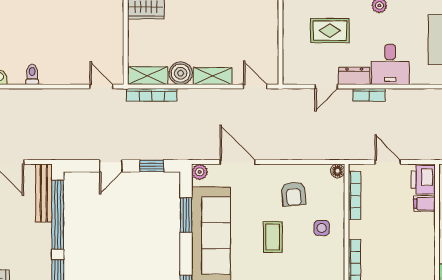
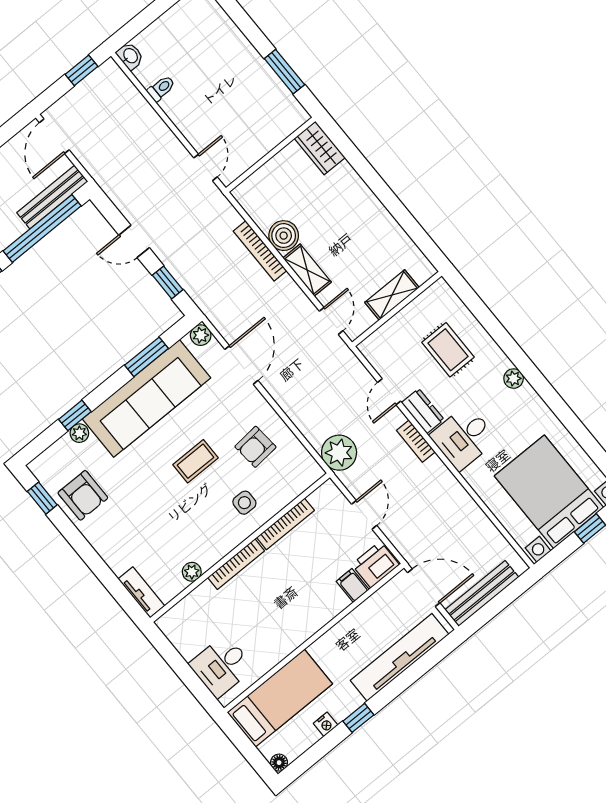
shelving: (148, 76) -> (392, 295), moved, turned 90
door: (326, 87) -> (389, 392), hinge flipped
bookcase: (152, 95) -> (260, 251), moved
plant: (338, 147) -> (339, 453), added
floor lamp: (338, 171) -> (314, 472), removed
bookcase: (355, 195) -> (285, 524), moved

